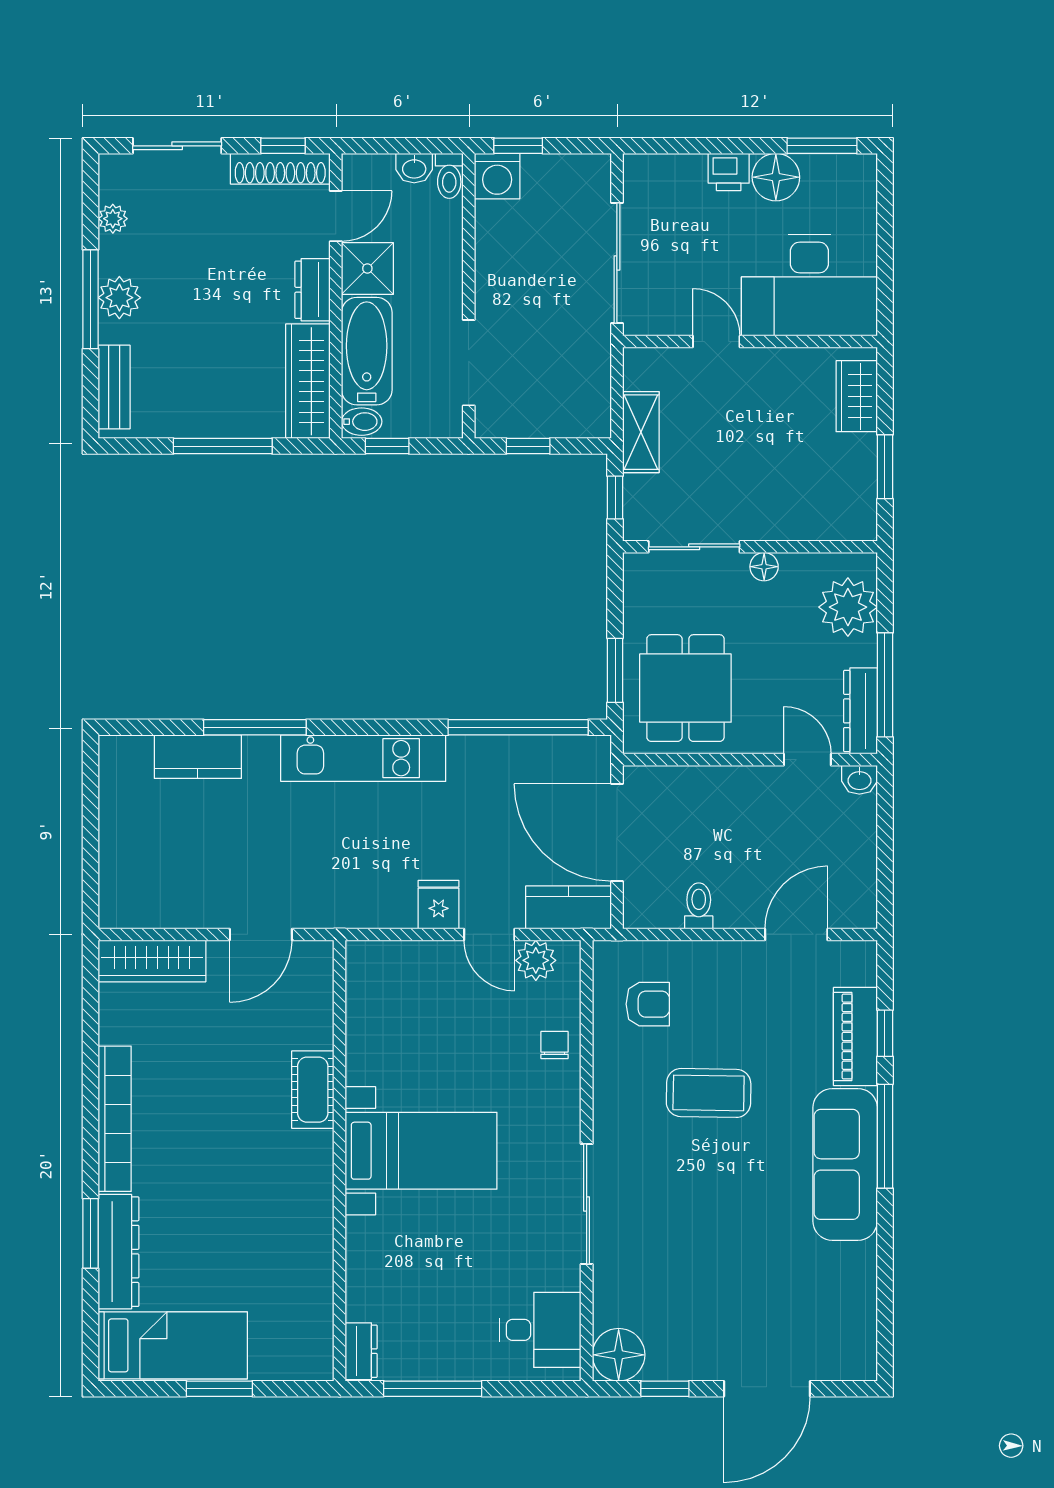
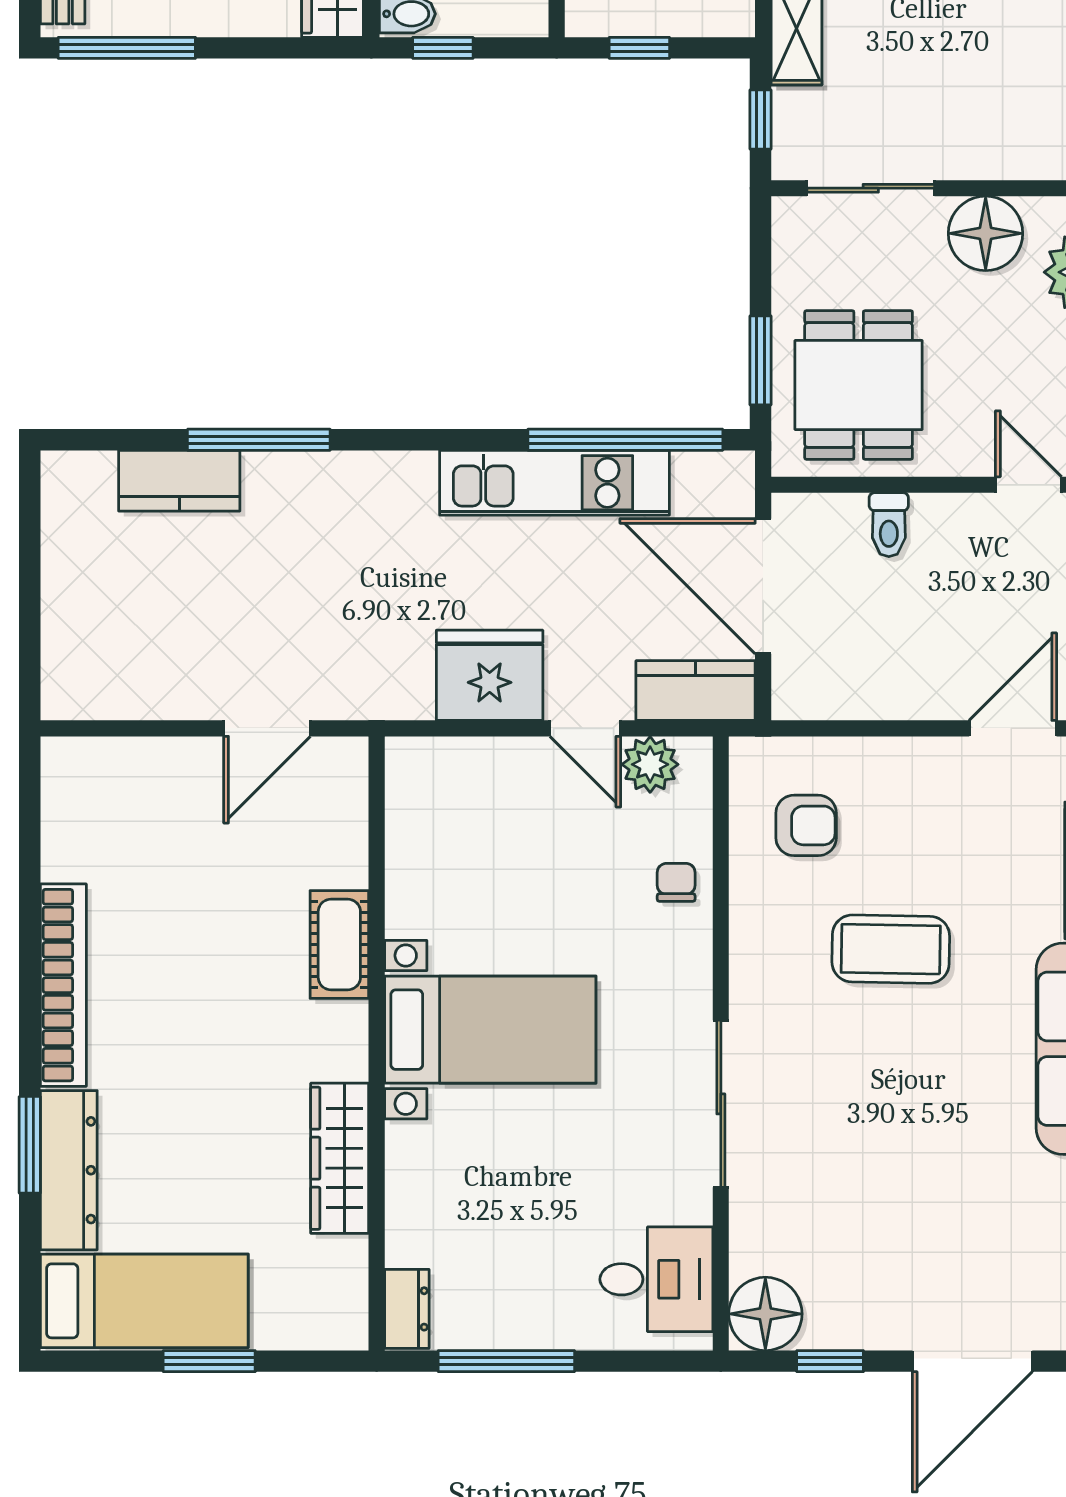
window: (223, 446) -> (127, 48), moved
floor lamp: (764, 567) -> (986, 233), width x1.89, depth x1.89
kitchen unit: (363, 758) -> (555, 483), moved
fridge: (439, 905) -> (490, 675), width x1.88, depth x1.34
toilet: (699, 906) -> (889, 525), moved, turned 180
wardrobe: (152, 961) -> (340, 1158), moved, turned 90

